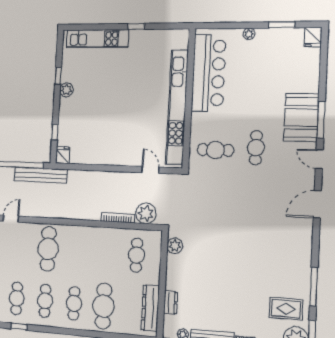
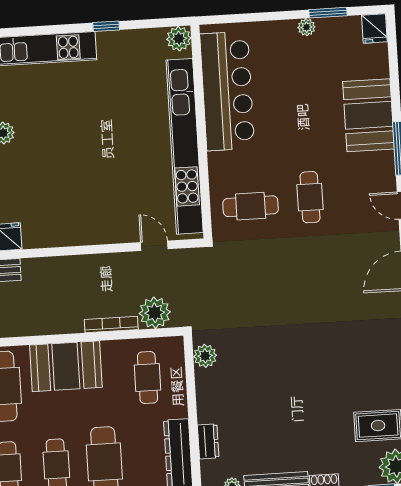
plant: (249, 34) -> (306, 27), moved
plant: (181, 37) -> (179, 39), added
booth: (301, 117) -> (369, 115), moved
booth: (87, 241) -> (66, 366), added

